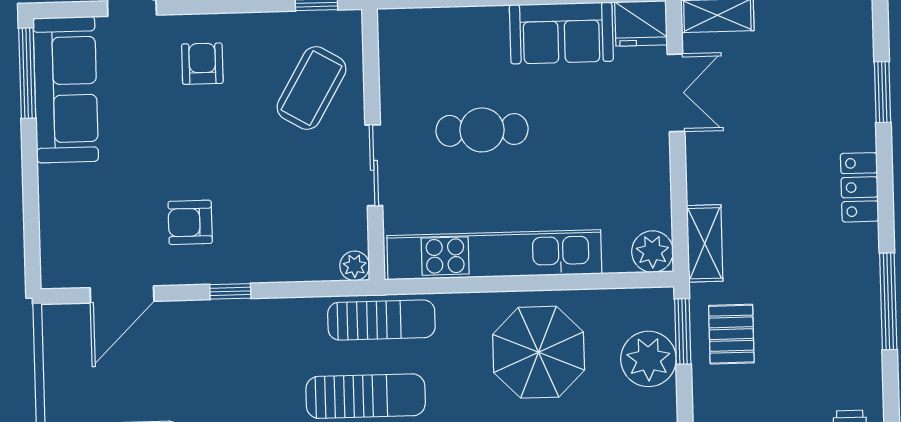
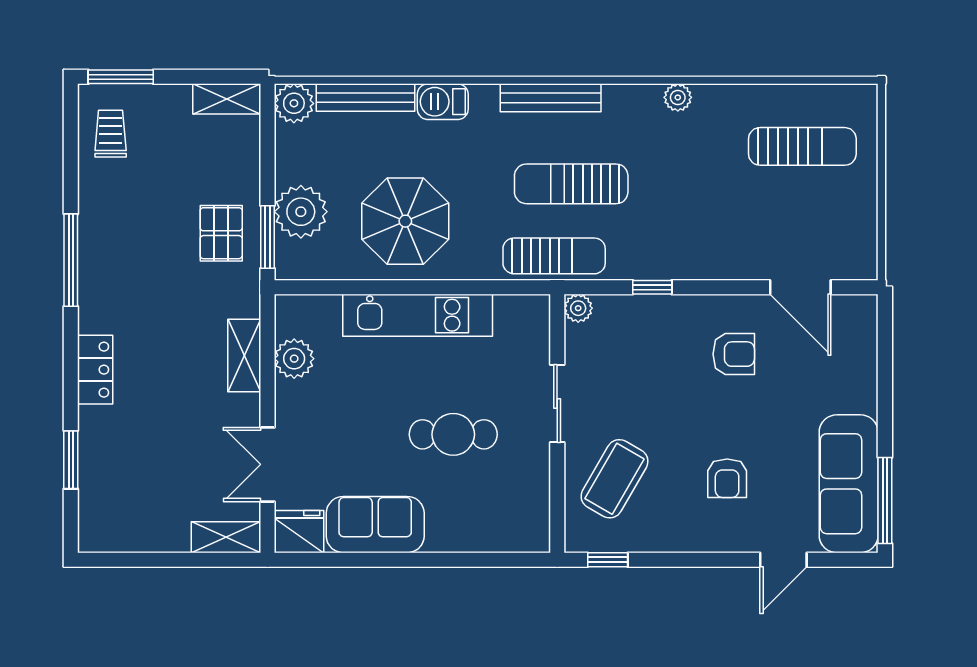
armchair: (202, 64) -> (727, 478), moved
shelving: (705, 243) -> (244, 356), moved
plant: (652, 252) -> (294, 359), moved
kitchen unit: (494, 255) -> (418, 315), width x0.73
window: (230, 291) -> (652, 287), moved
door: (122, 294) -> (800, 287), swing flipped
sun lounger: (381, 320) -> (554, 256), turned 180

